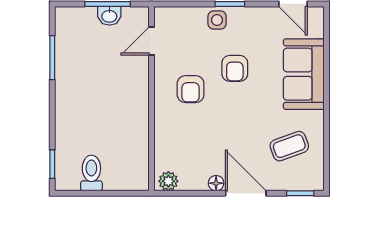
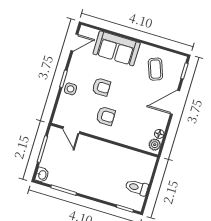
washbasin: (109, 16) -> (42, 175), moved
floor lamp: (216, 183) -> (159, 134), moved

